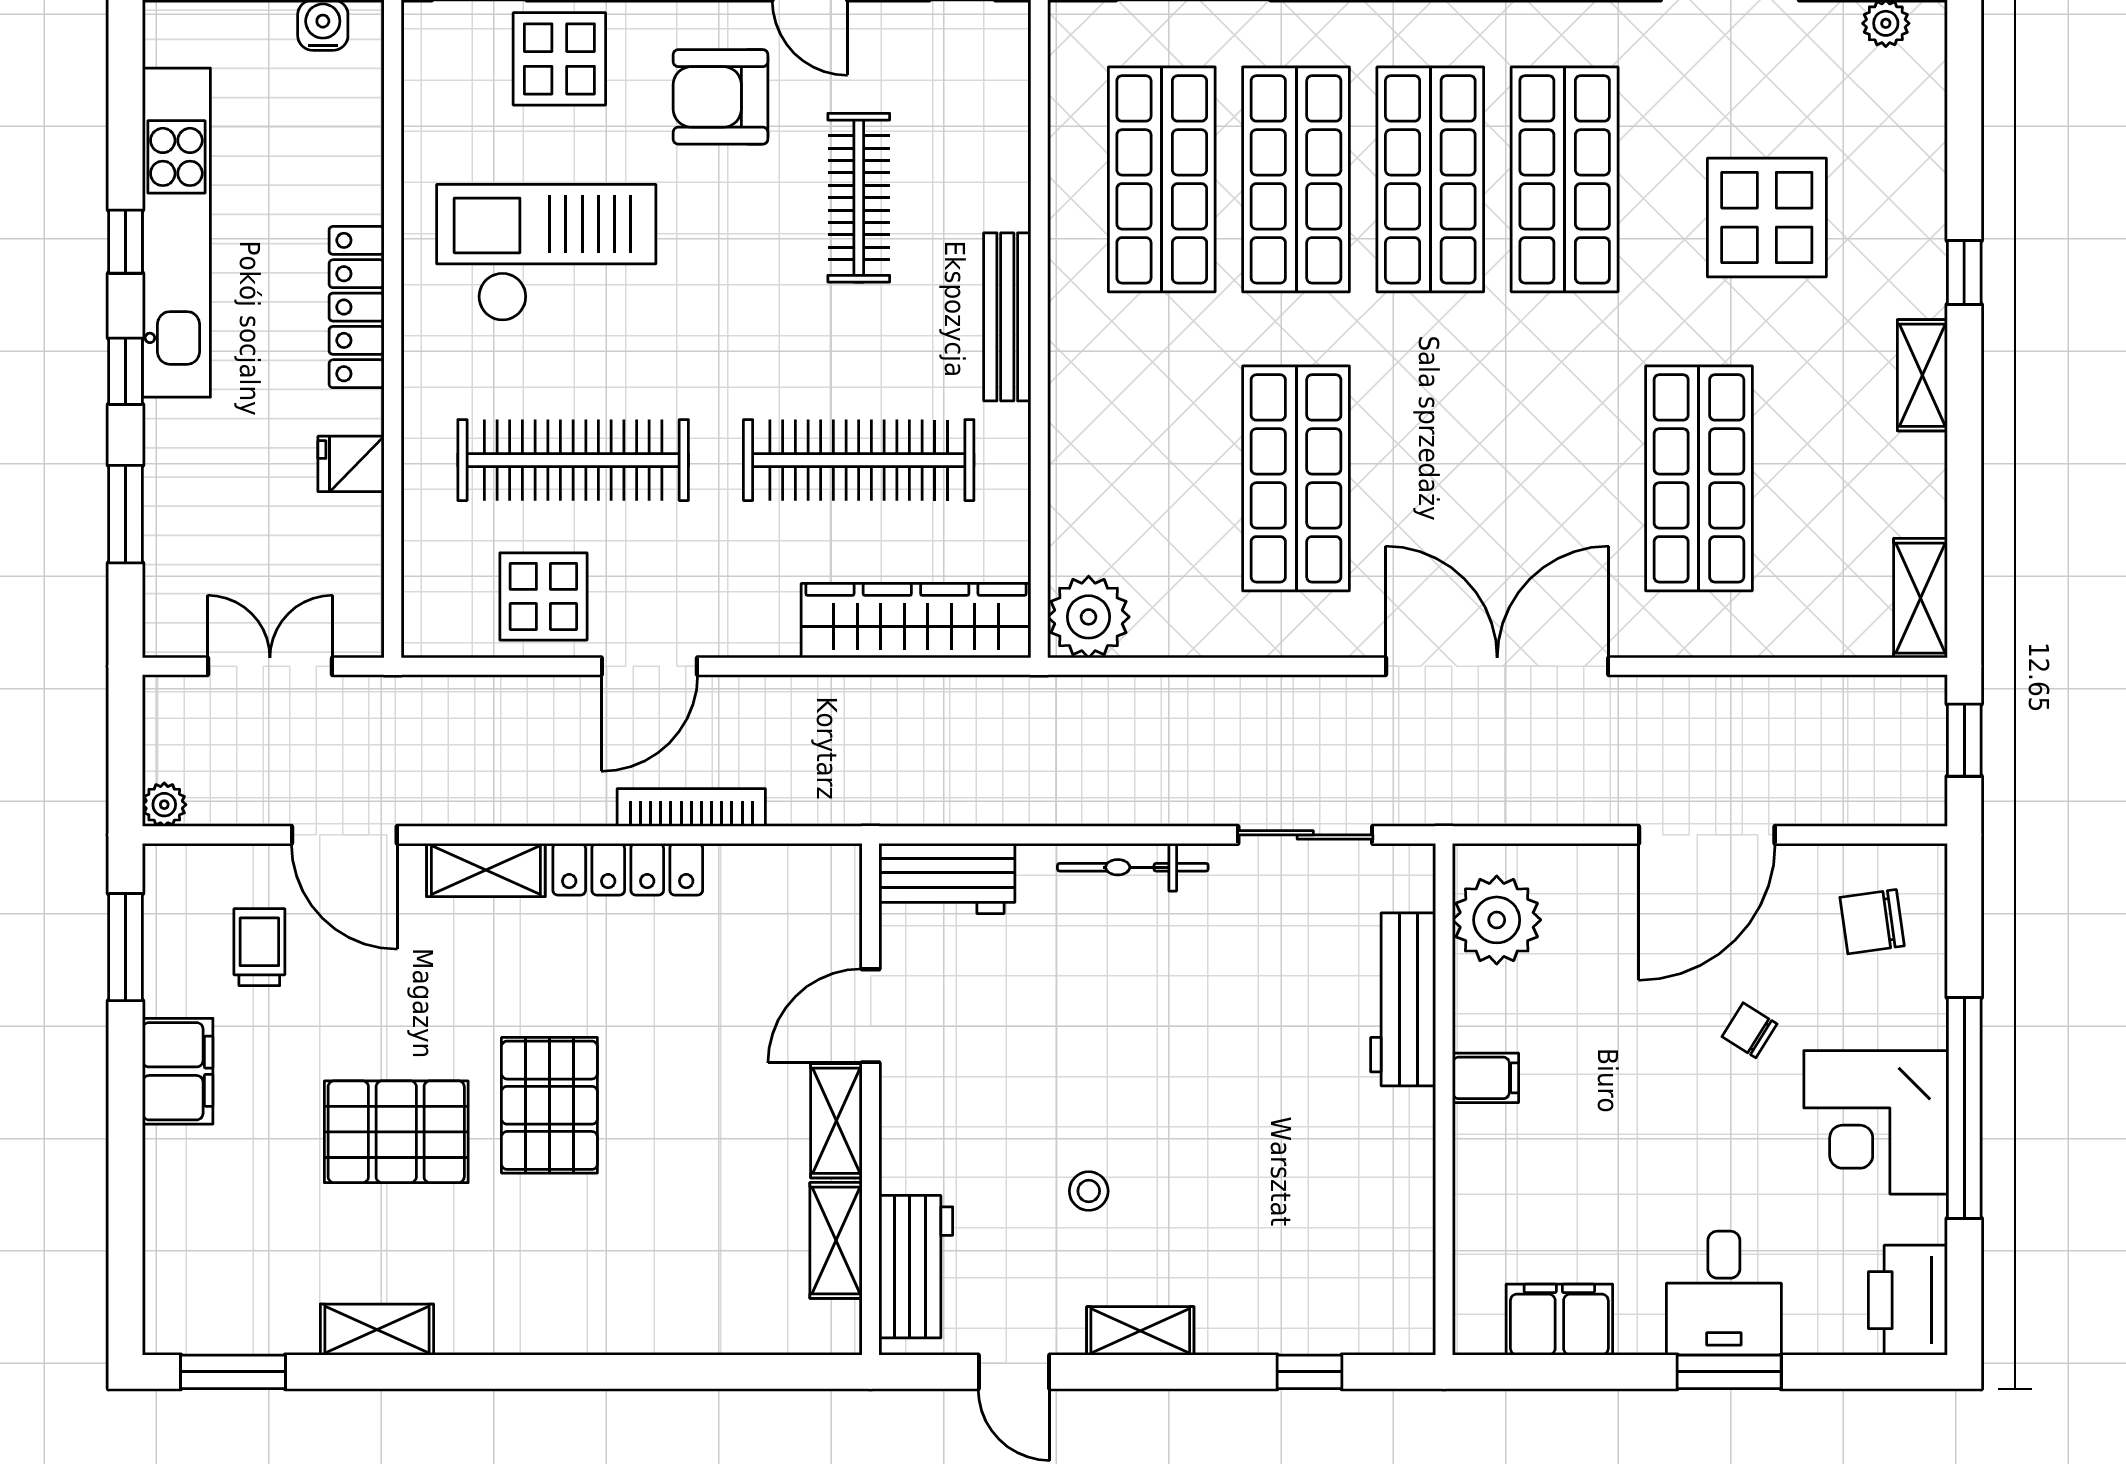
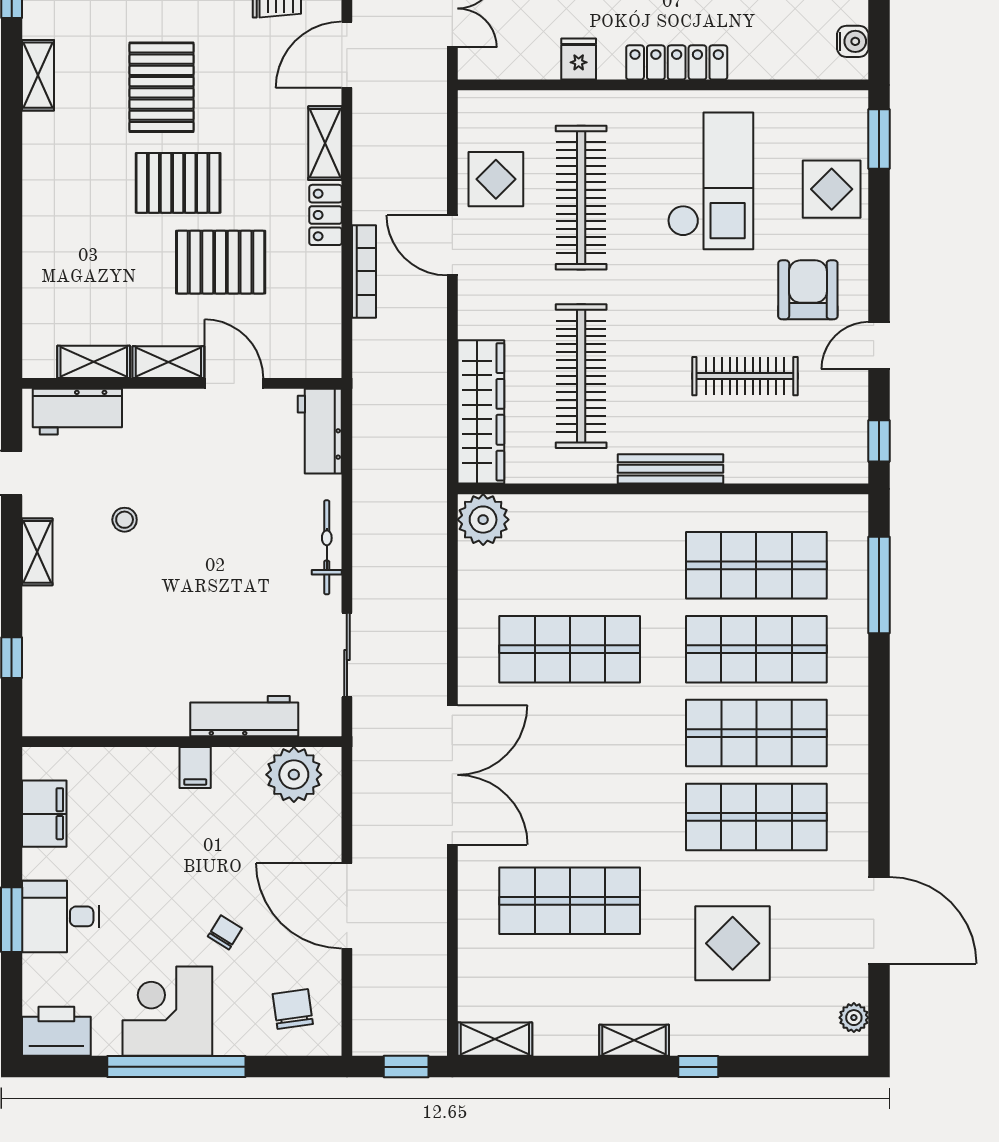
locker: (628, 869) -> (326, 215), width x0.66
pallet: (676, 1037) -> (221, 262), added

